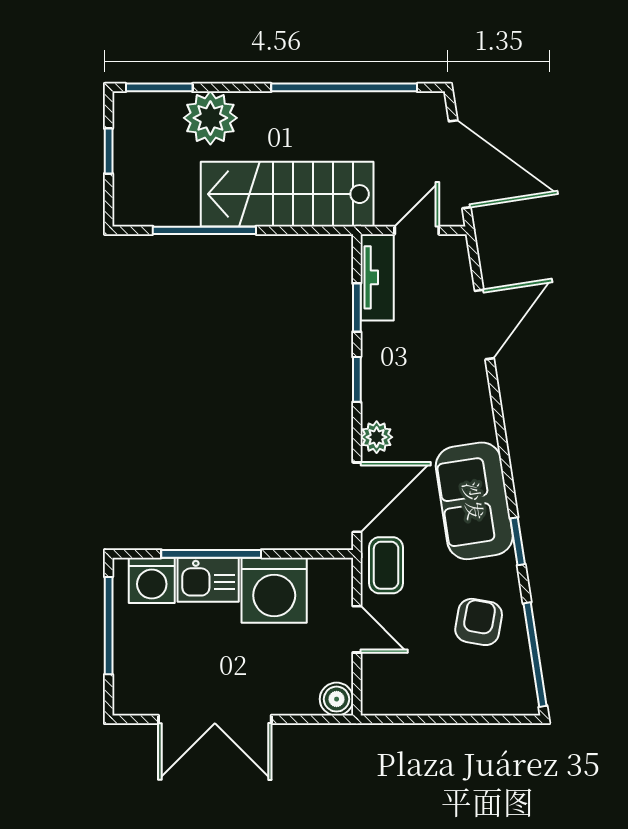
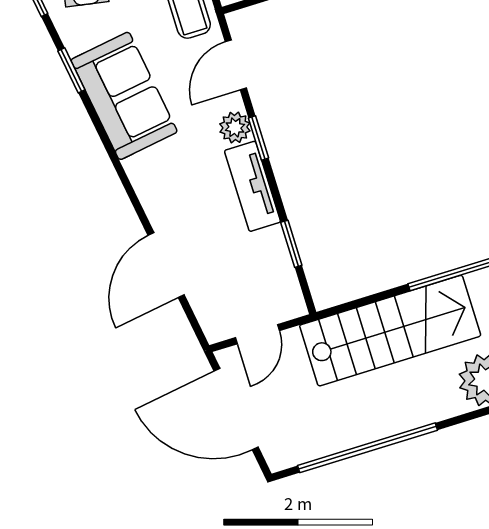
tv unit: (377, 277) -> (253, 186), moved
window: (357, 379) -> (259, 138), moved
door: (357, 497) -> (236, 65), width x0.73

